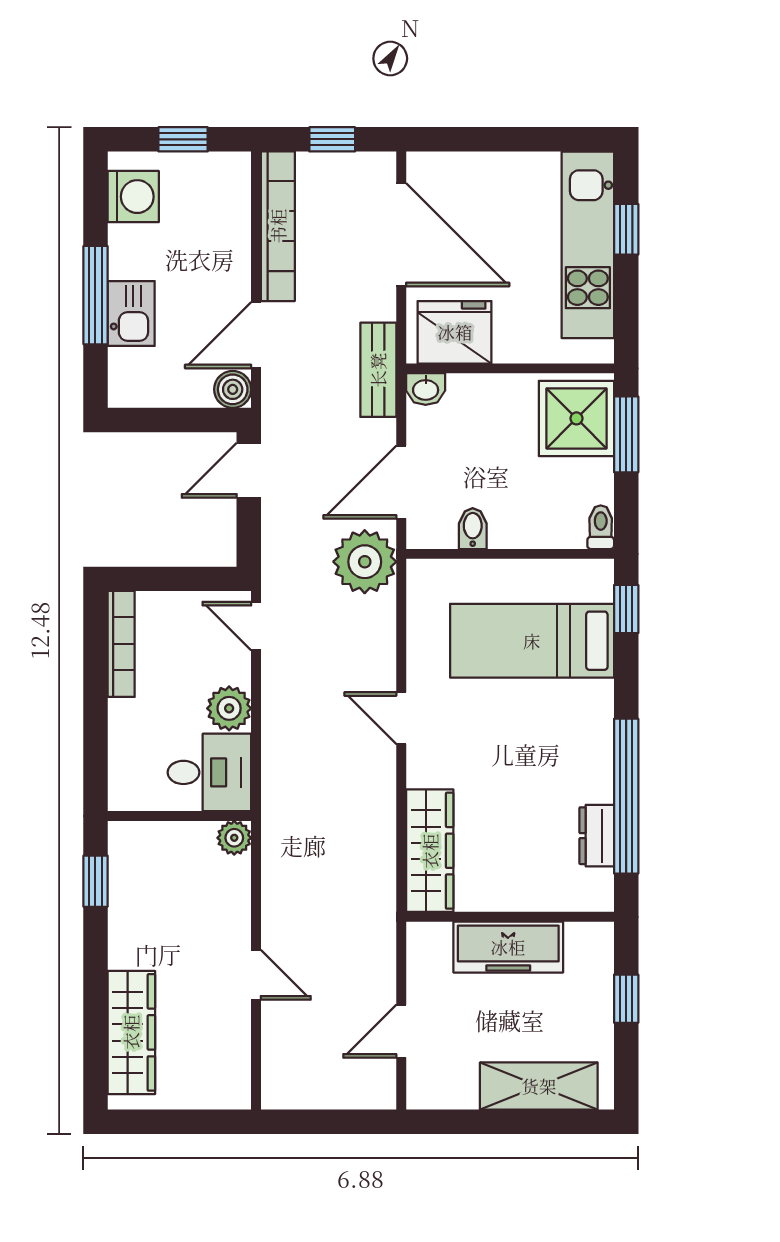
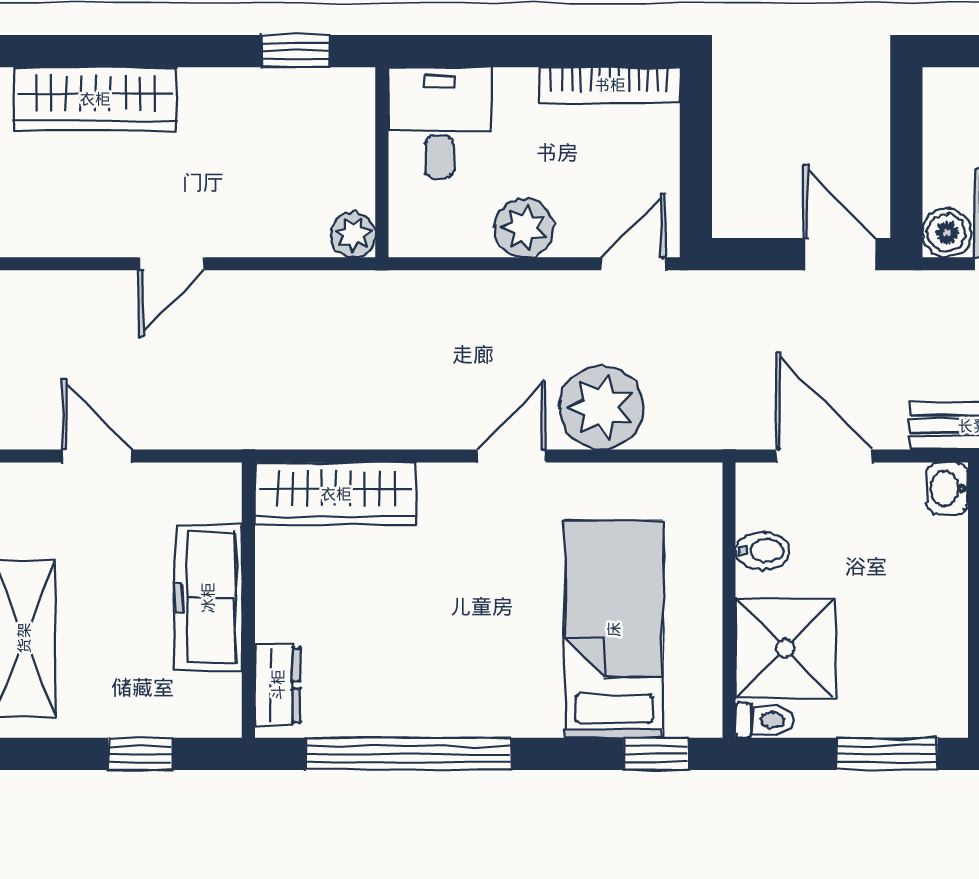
shower: (576, 418) -> (785, 648), moved
plant: (365, 562) -> (601, 408), moved
desk: (209, 772) -> (440, 123), moved, turned 180
dresser: (597, 836) -> (278, 685), moved, turned 90

